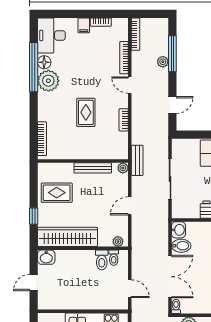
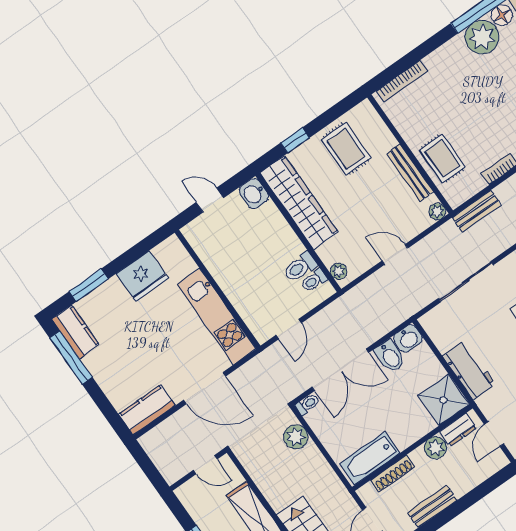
rug: (86, 112) -> (442, 159), moved, turned 90
bench: (137, 160) -> (476, 211), moved

